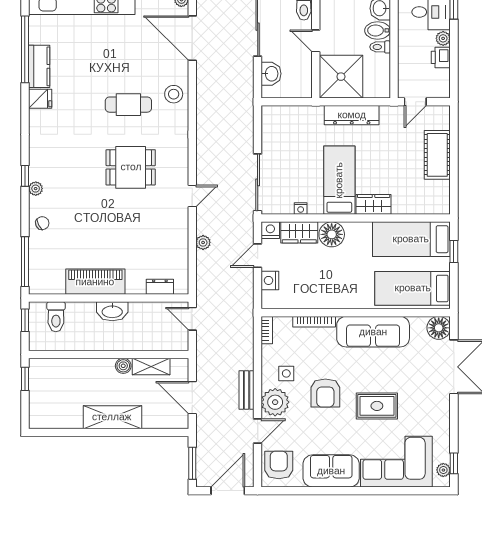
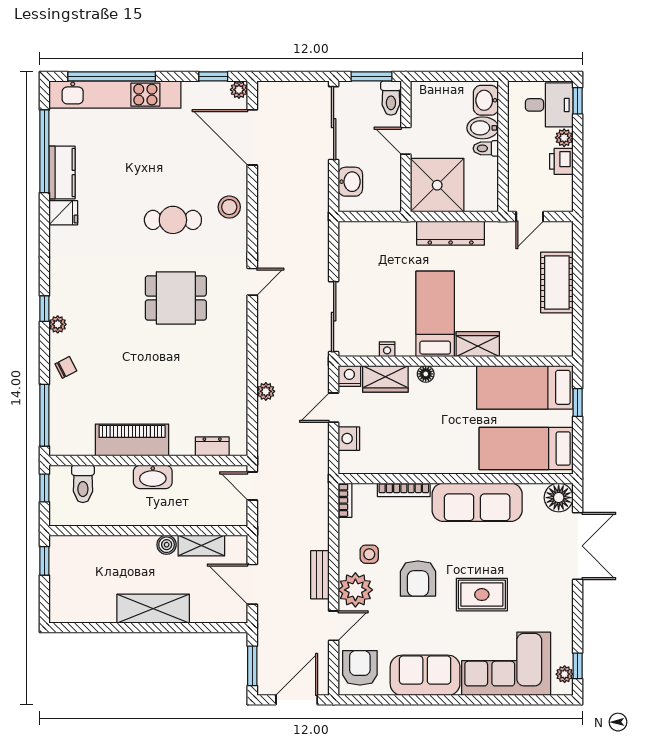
door: (192, 196) -> (252, 282), moved
floor lamp: (332, 234) -> (426, 374), width x0.53, depth x0.53

